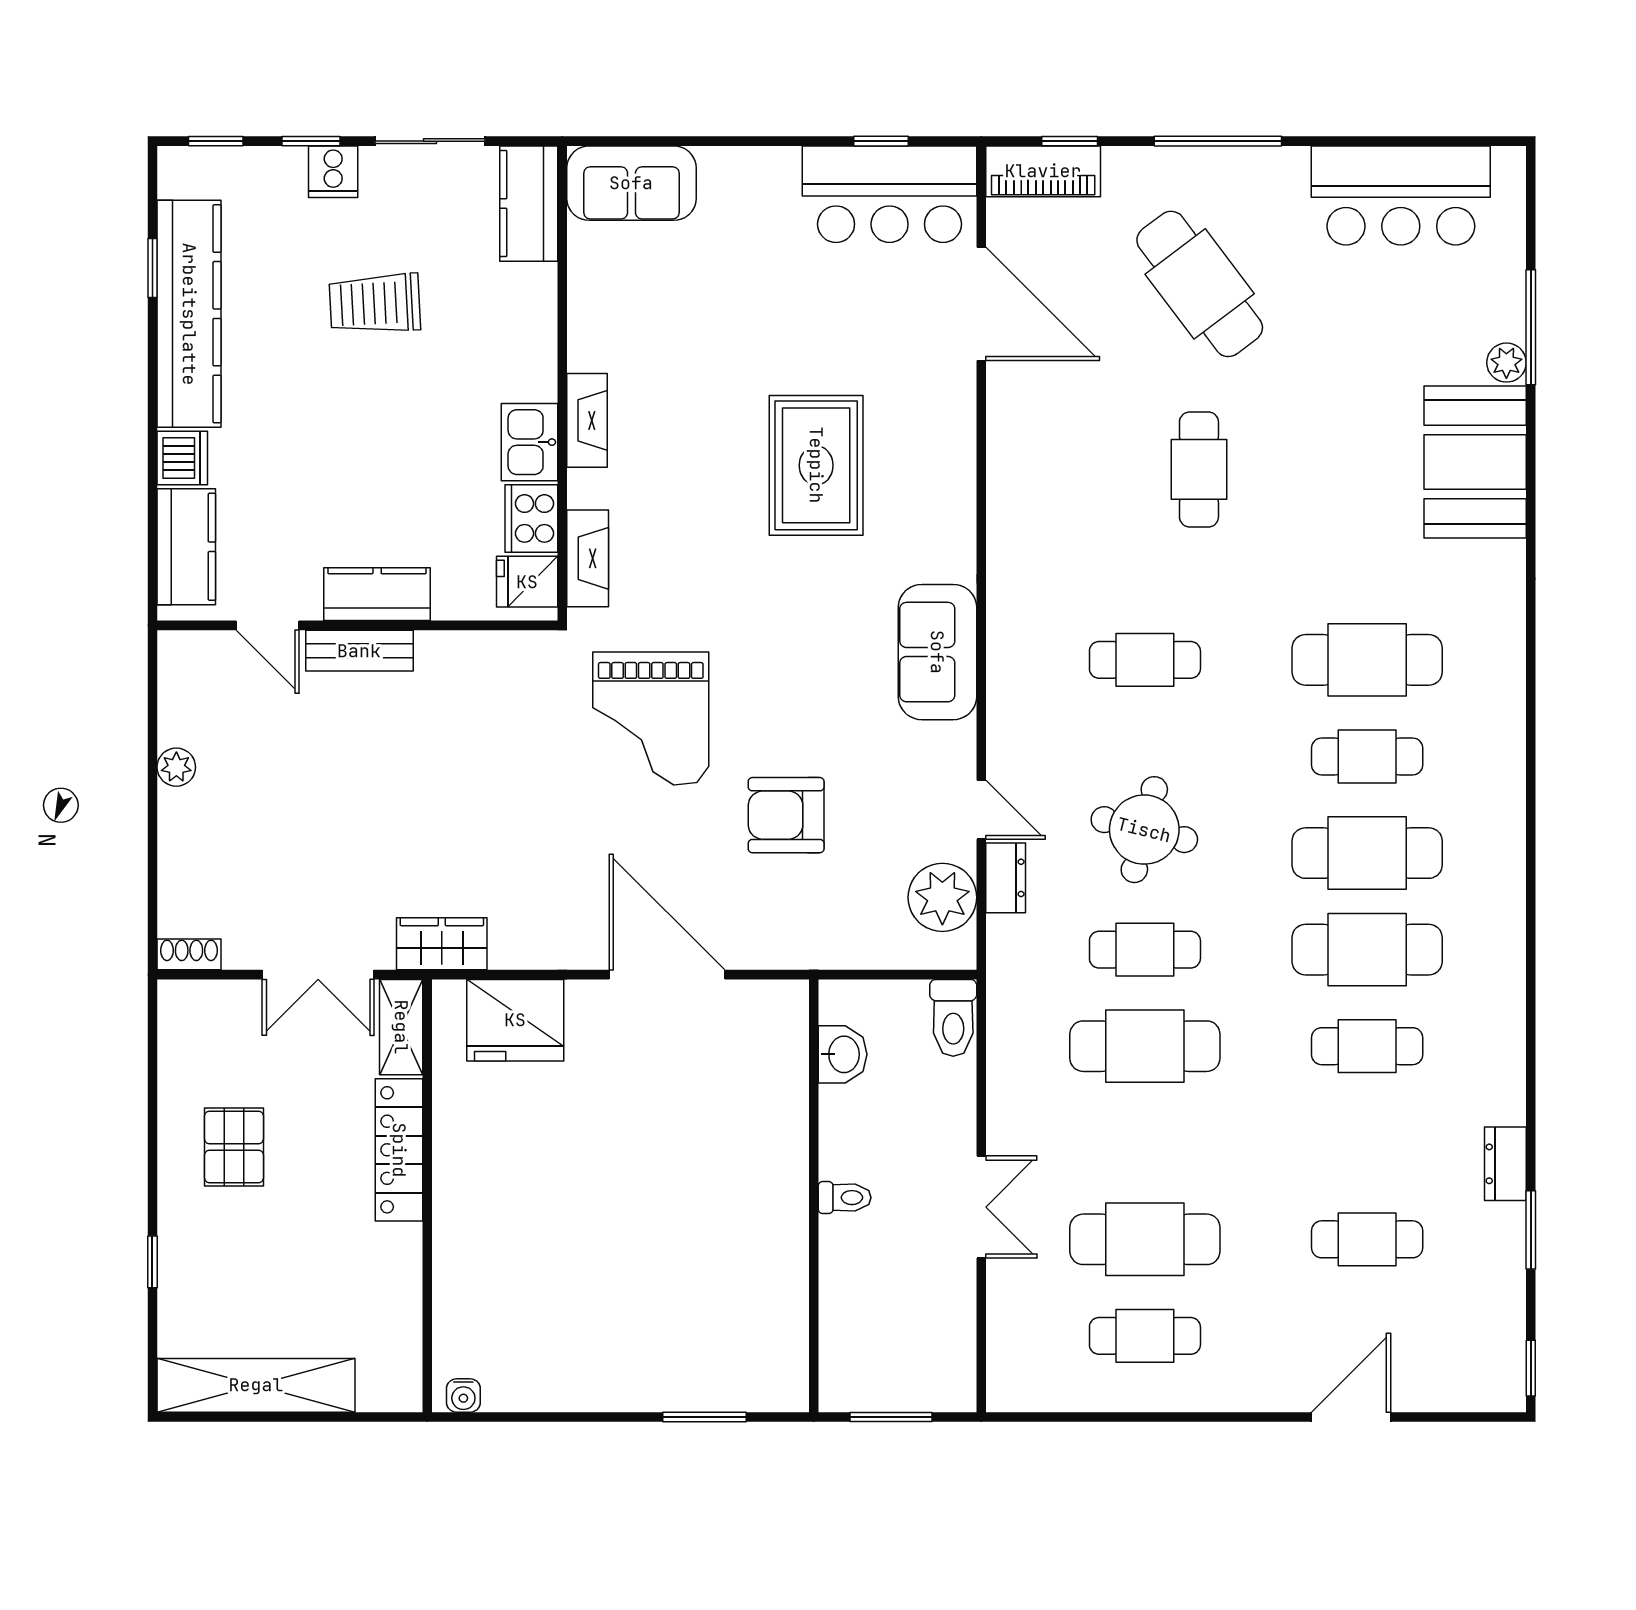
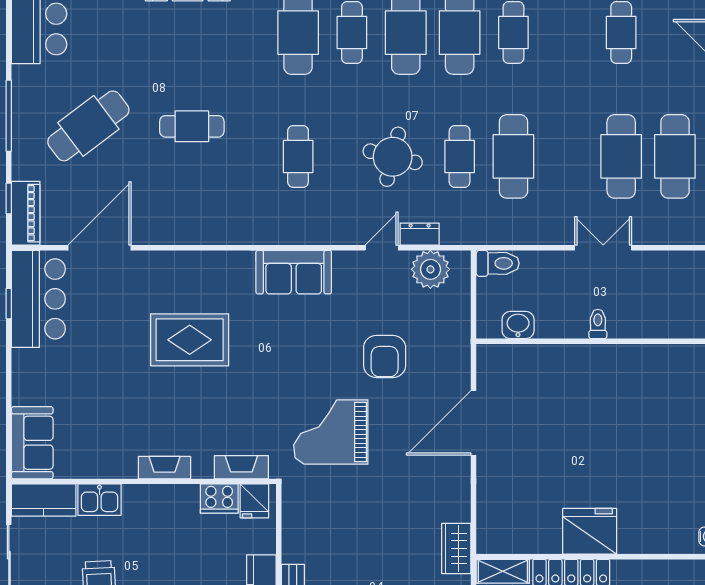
kitchen sink: (529, 442) -> (99, 500), moved
grand piano: (651, 719) -> (331, 432), turned 180
fridge: (515, 1020) -> (590, 531), moved, turned -90
cafe table: (1145, 1336) -> (675, 156), width x1.37, depth x1.35

